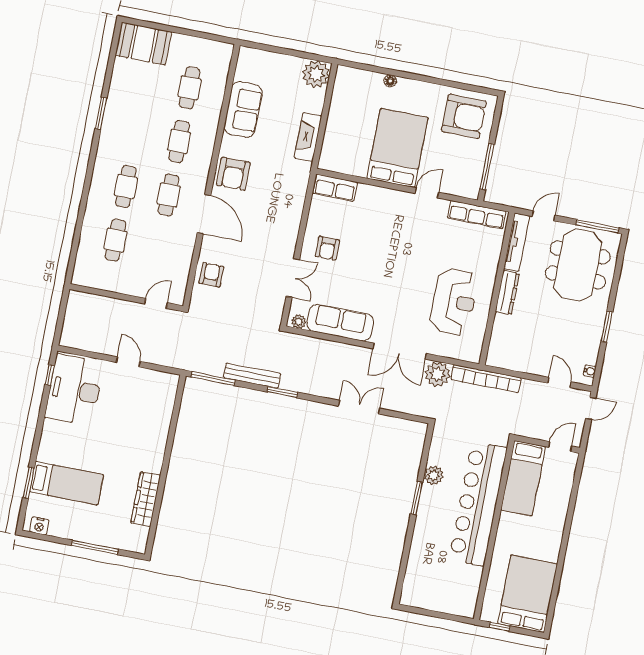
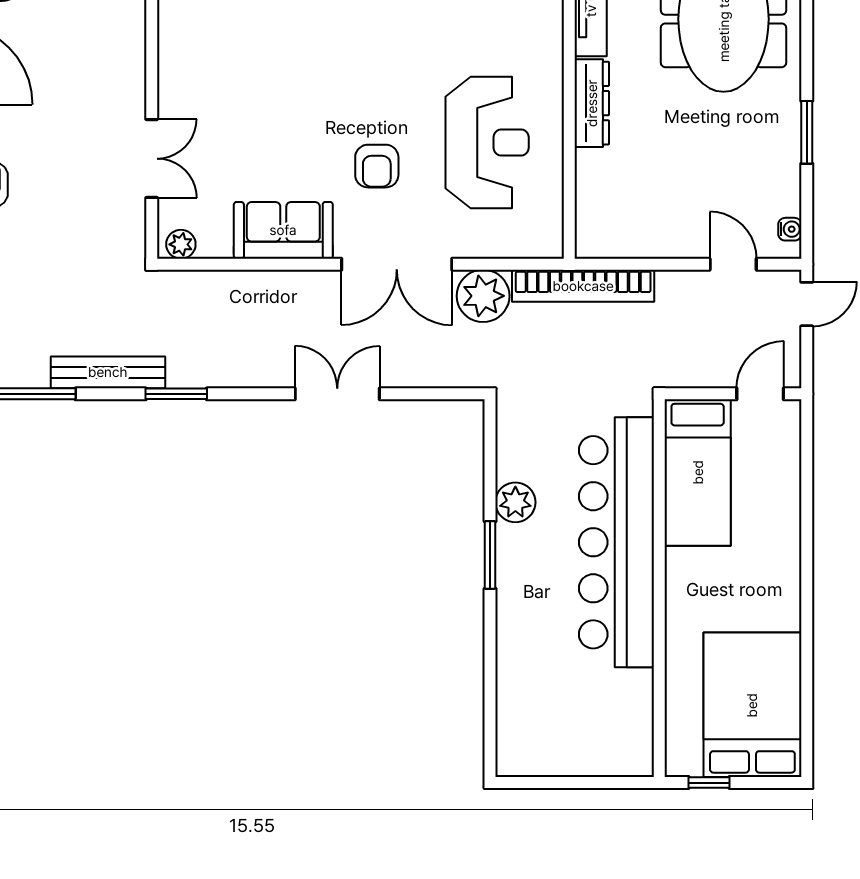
armchair: (327, 248) -> (377, 166), moved
sofa: (340, 323) -> (283, 230), width x0.73

